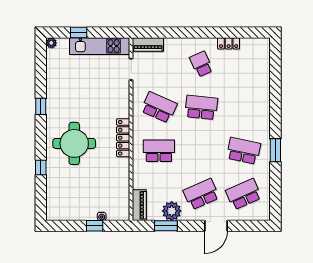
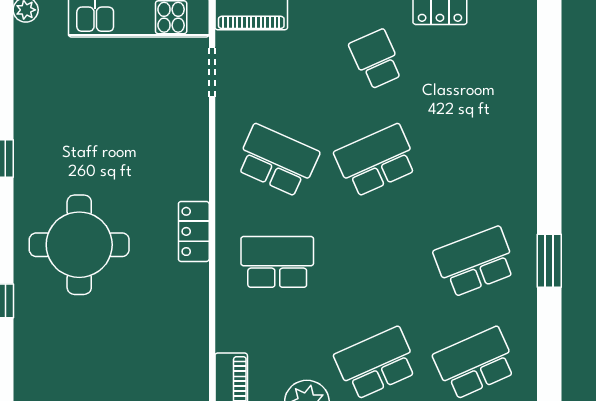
school desk: (201, 107) -> (376, 161), turned -30
locker: (123, 138) -> (194, 231), width x0.66
school desk: (244, 151) -> (475, 262), turned -33

